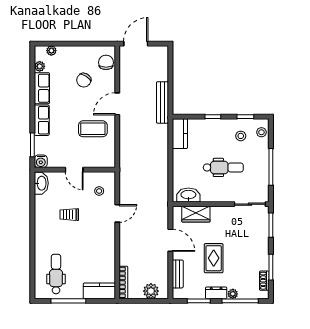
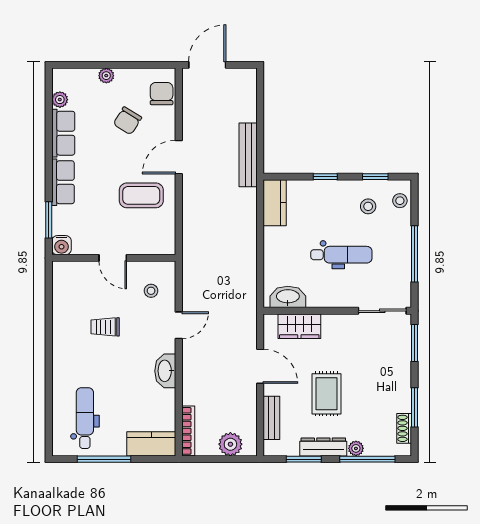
plant: (51, 51) -> (106, 76), moved
washbasin: (41, 183) -> (165, 371), moved, turned 180
dresser: (216, 293) -> (323, 447), width x1.44

